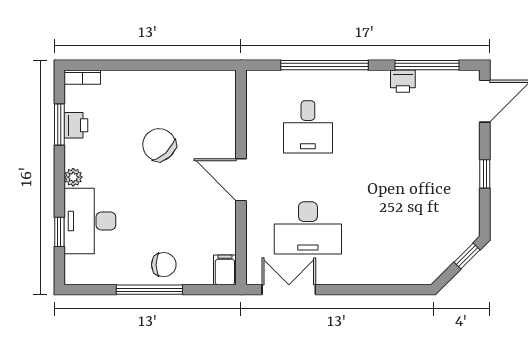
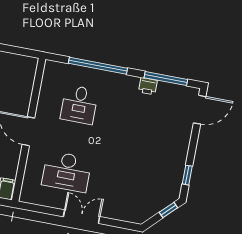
window: (485, 174) -> (187, 175), moved
double door: (289, 290) -> (82, 217), moved

